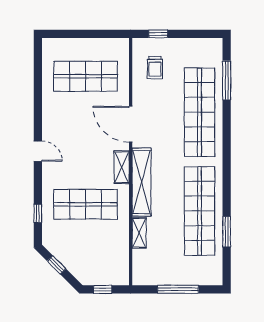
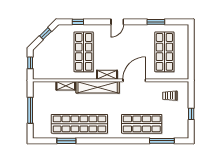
window: (158, 34) -> (191, 114), moved
window: (38, 90) -> (156, 22), added
shop shelf: (200, 112) -> (142, 124), width x0.71

